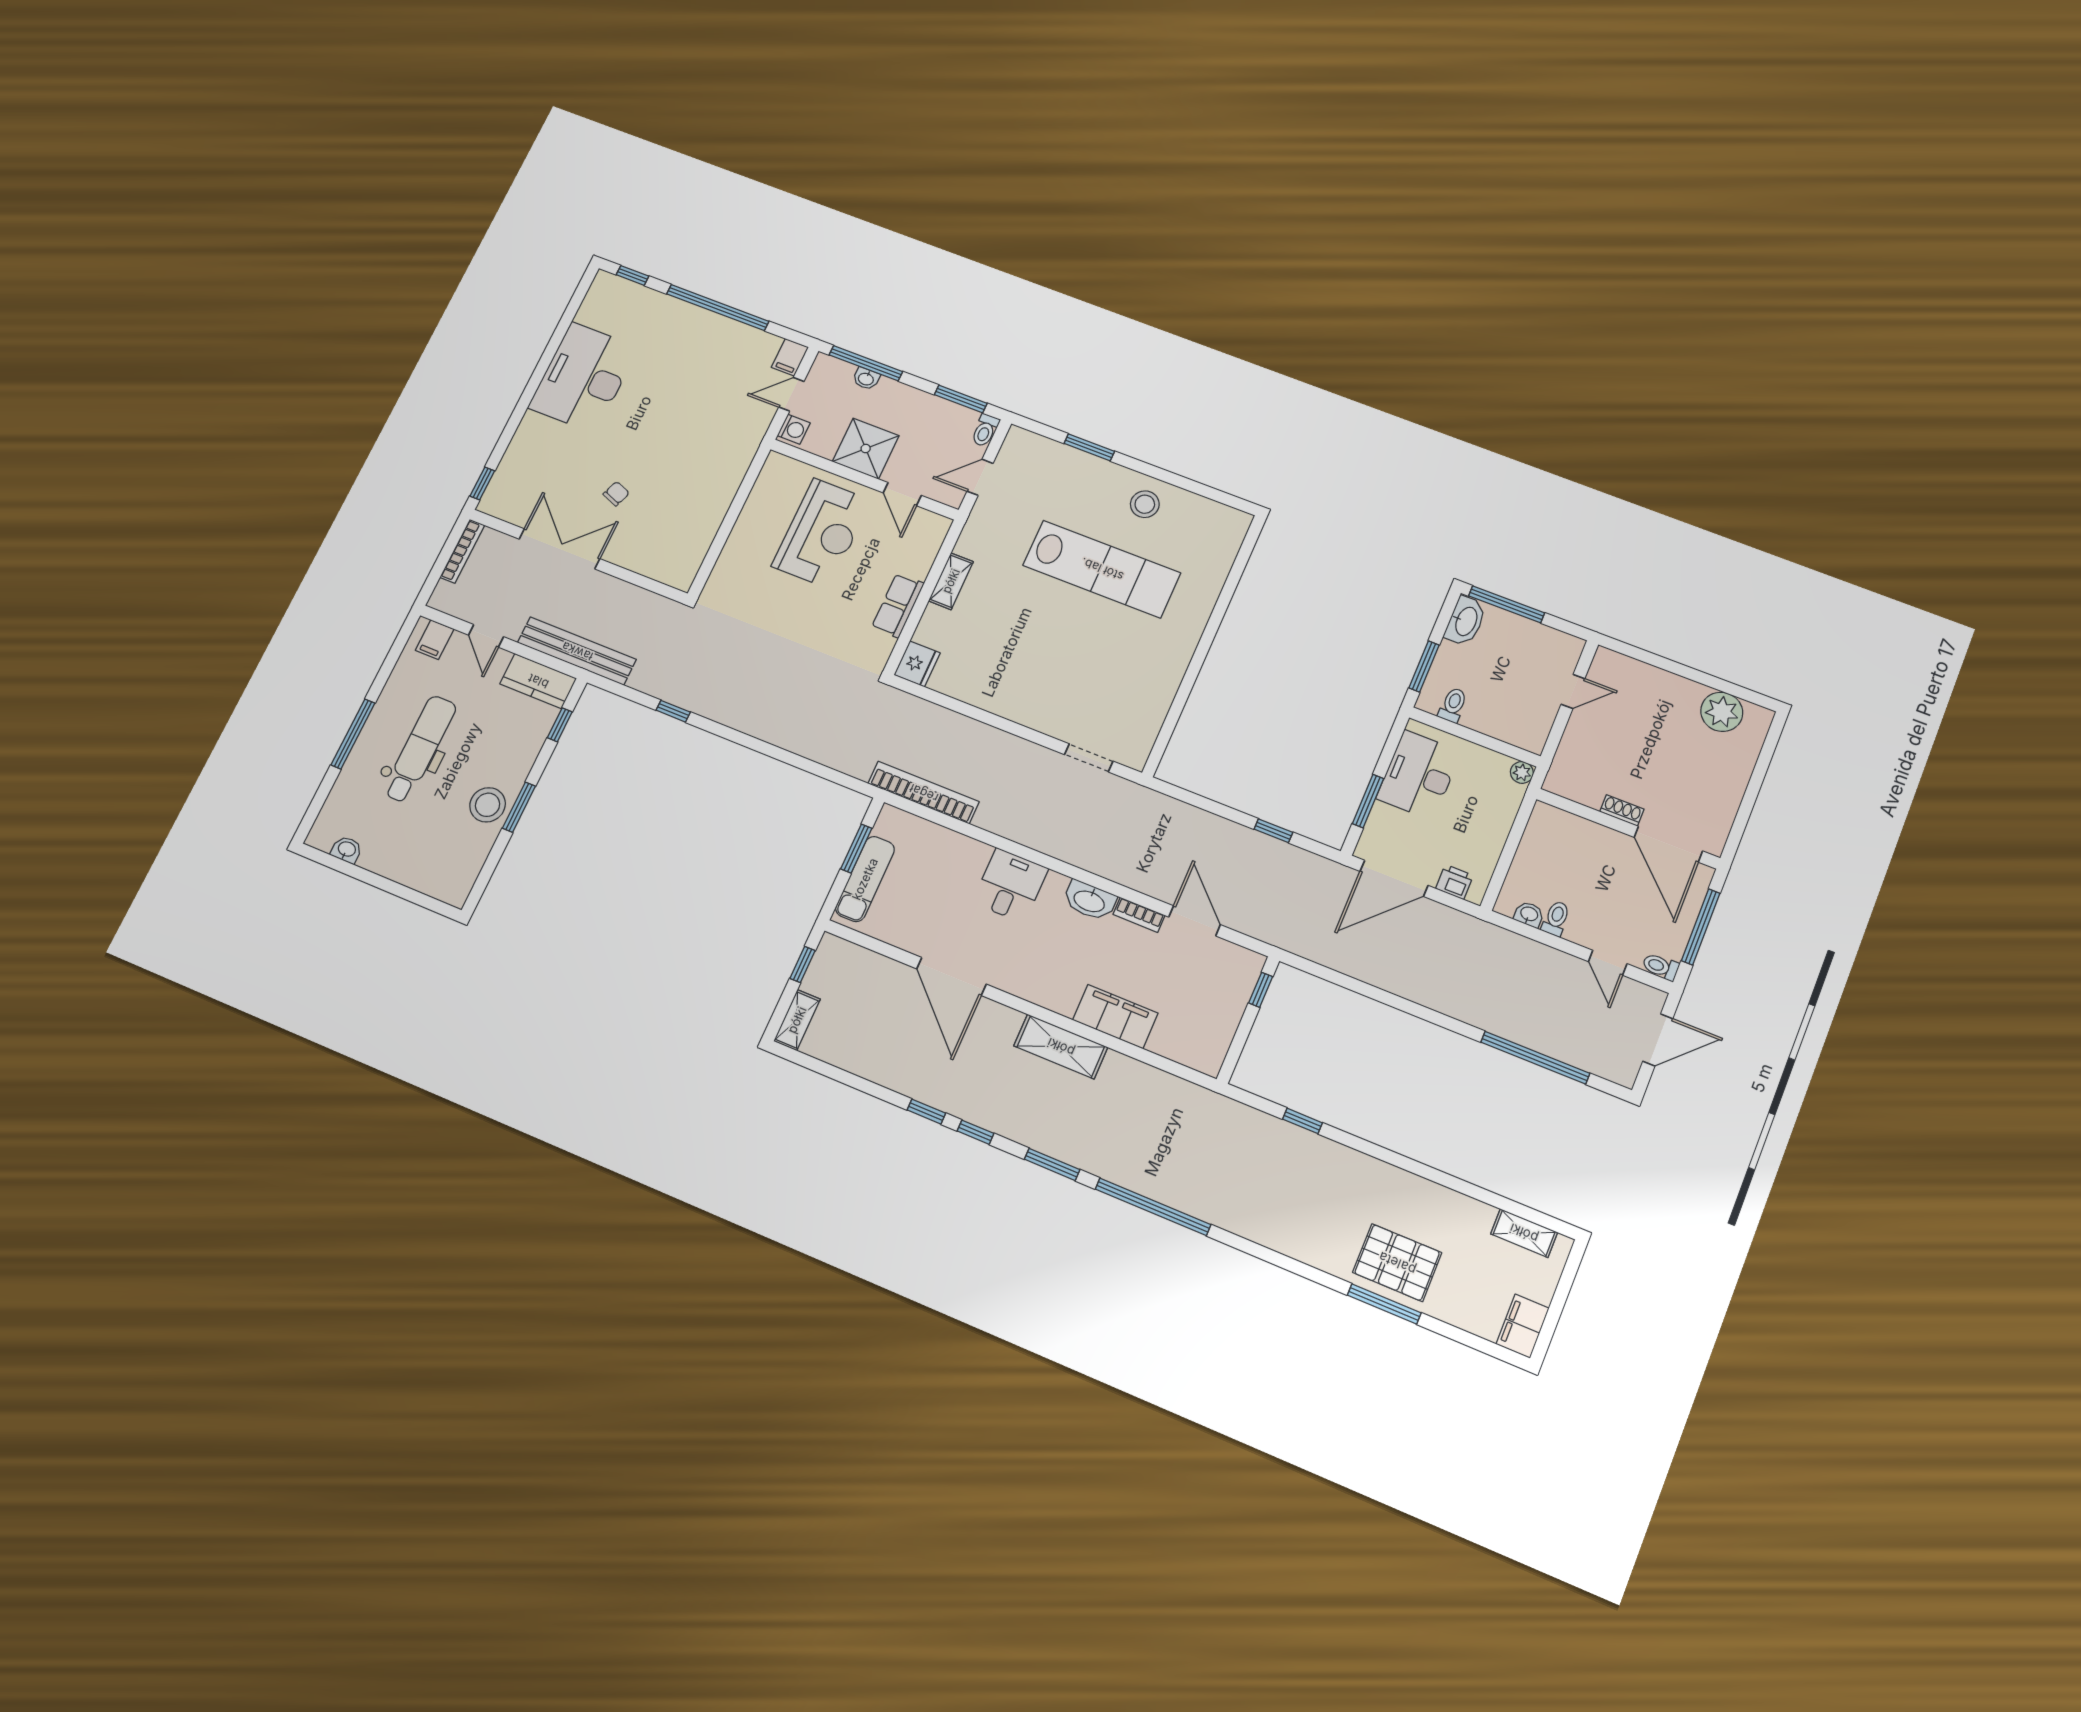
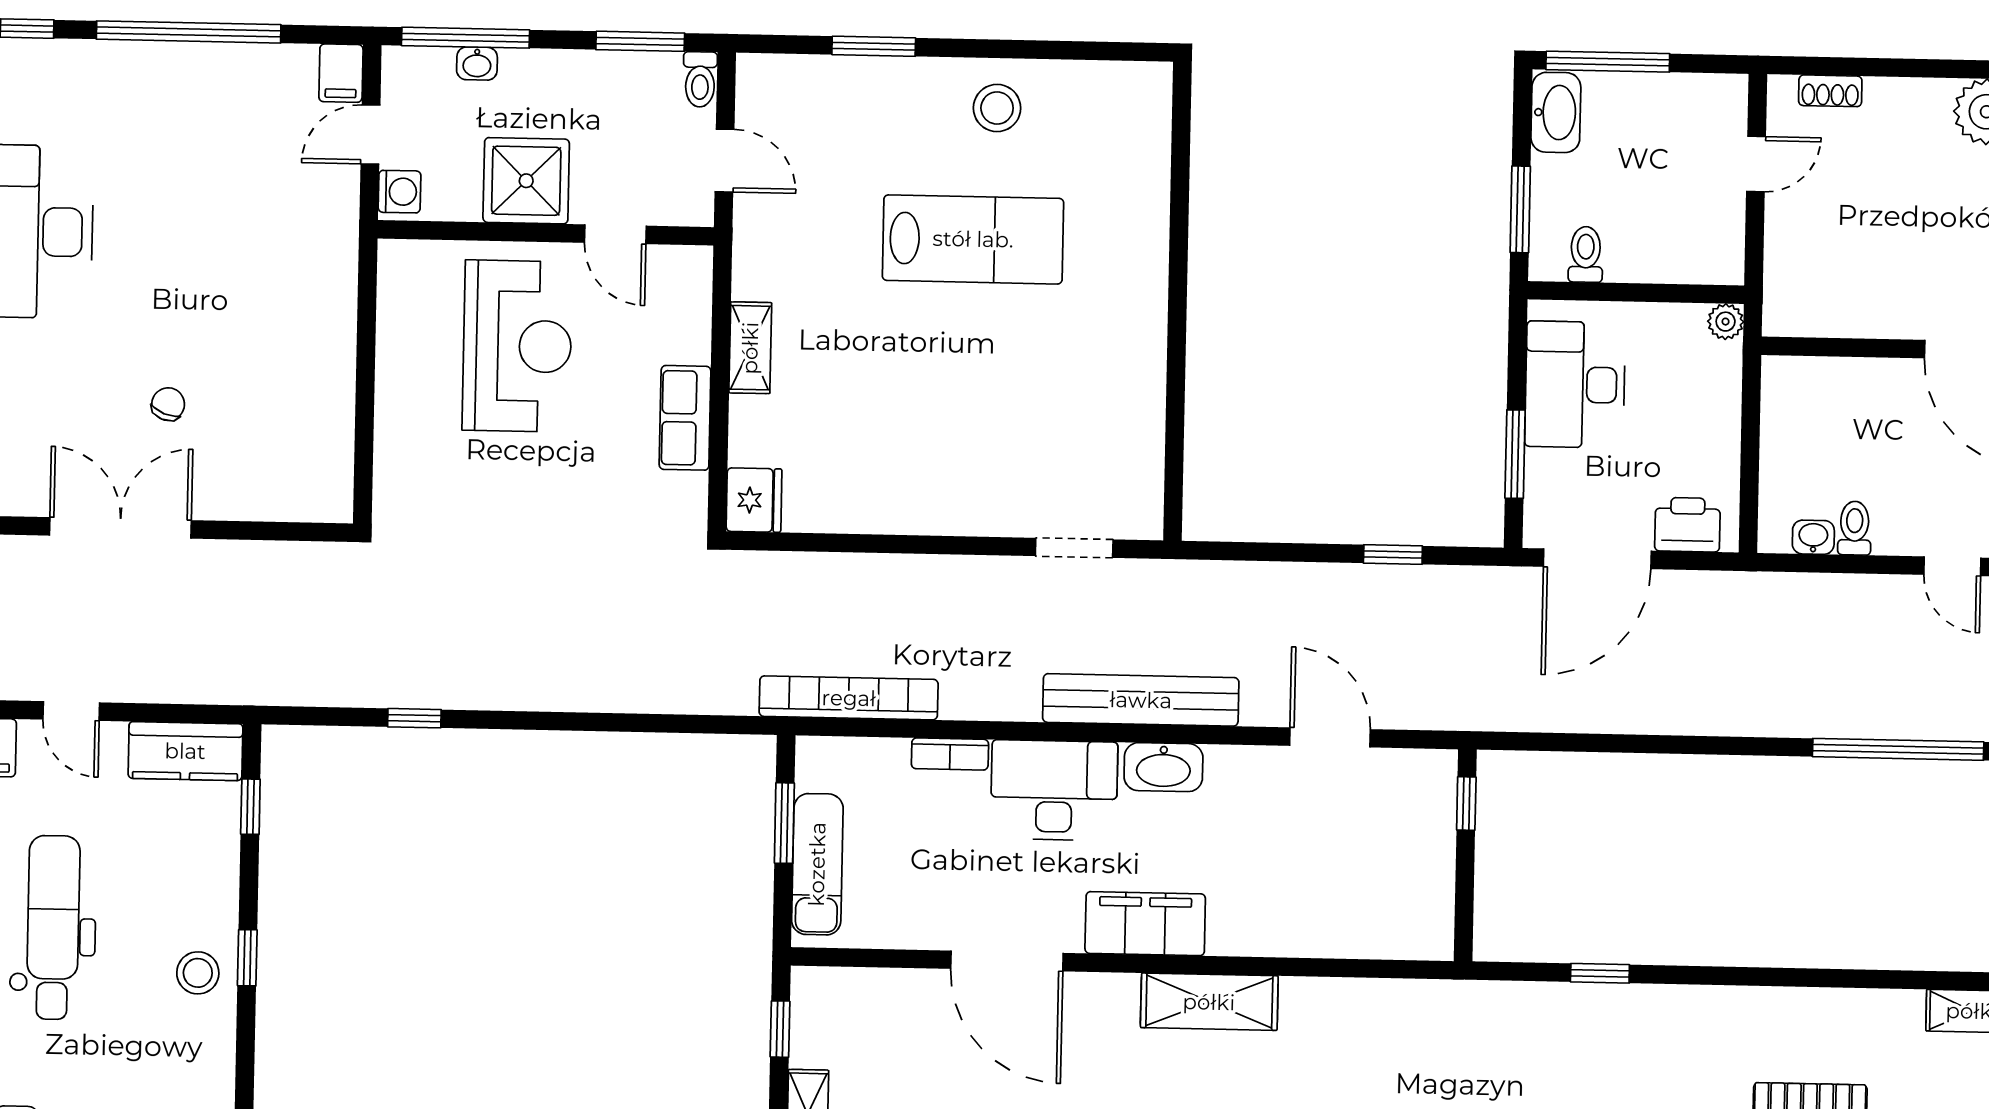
door: (980, 477) -> (725, 161), swing flipped
lab bench: (1102, 569) -> (973, 239), width x0.73
bench: (577, 651) -> (1141, 700), moved
stool: (488, 805) -> (198, 973), width x0.73, depth x0.73
window: (519, 807) -> (247, 958), width x0.67
shoe rack: (1622, 810) -> (1830, 91), moved, turned 180
printer: (1454, 882) -> (1687, 525), width x1.36, depth x1.24
desk: (1010, 885) -> (1054, 790), width x1.37
bookcase: (1139, 915) -> (950, 754), moved
filing cabinet: (1115, 1017) -> (1145, 924), moved

